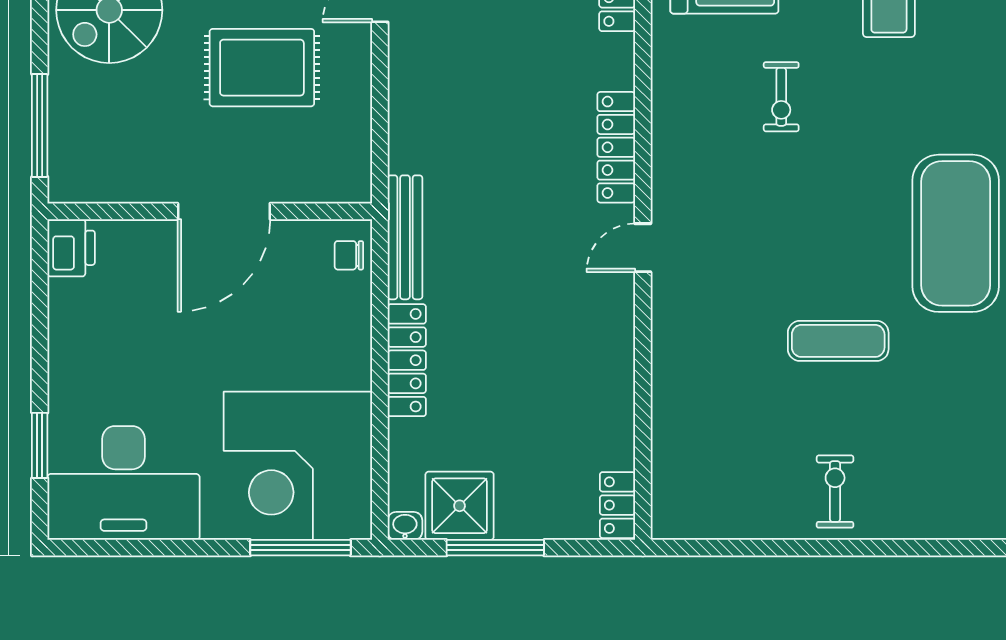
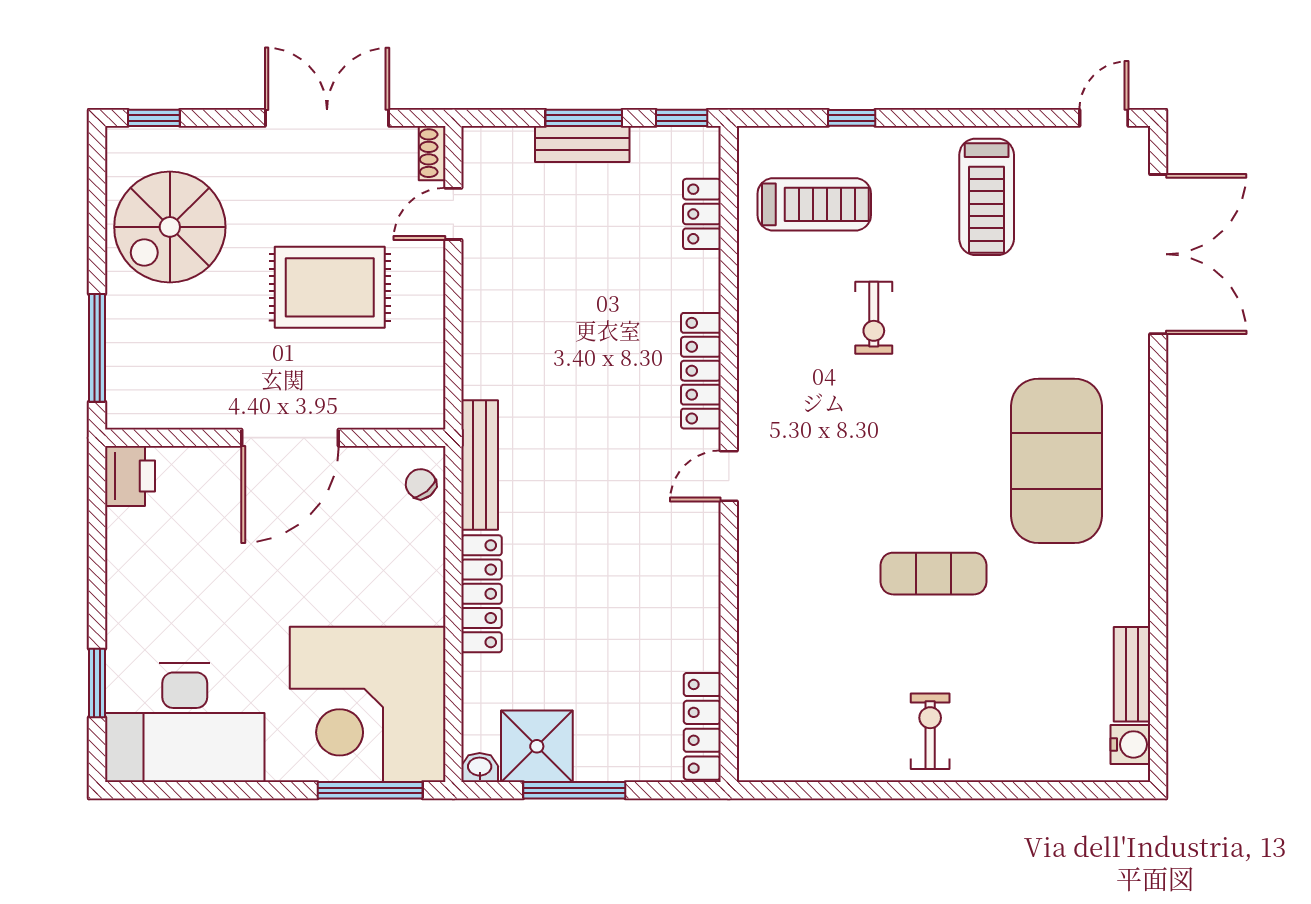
chair: (349, 255) -> (421, 484), turned 51
locker: (617, 505) -> (702, 726), width x1.53

